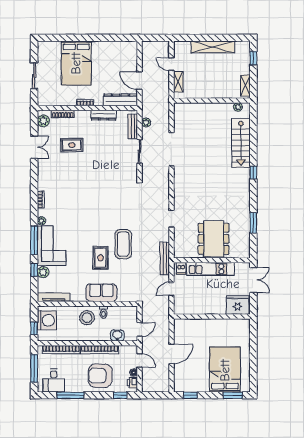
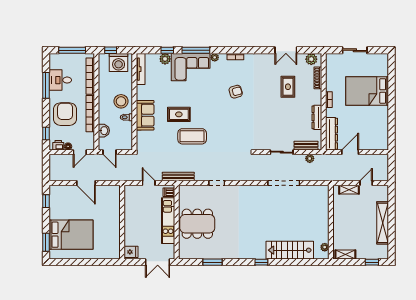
armchair: (77, 199) -> (236, 92), added
fridge: (238, 305) -> (131, 252), width x0.53, depth x0.75
desk: (54, 381) -> (60, 80), moved

